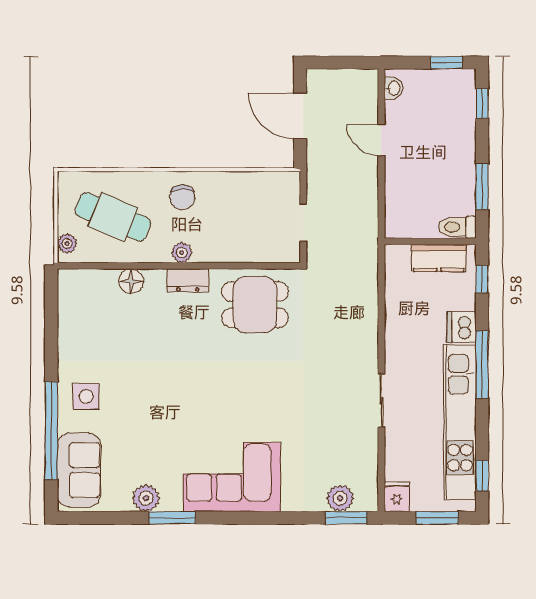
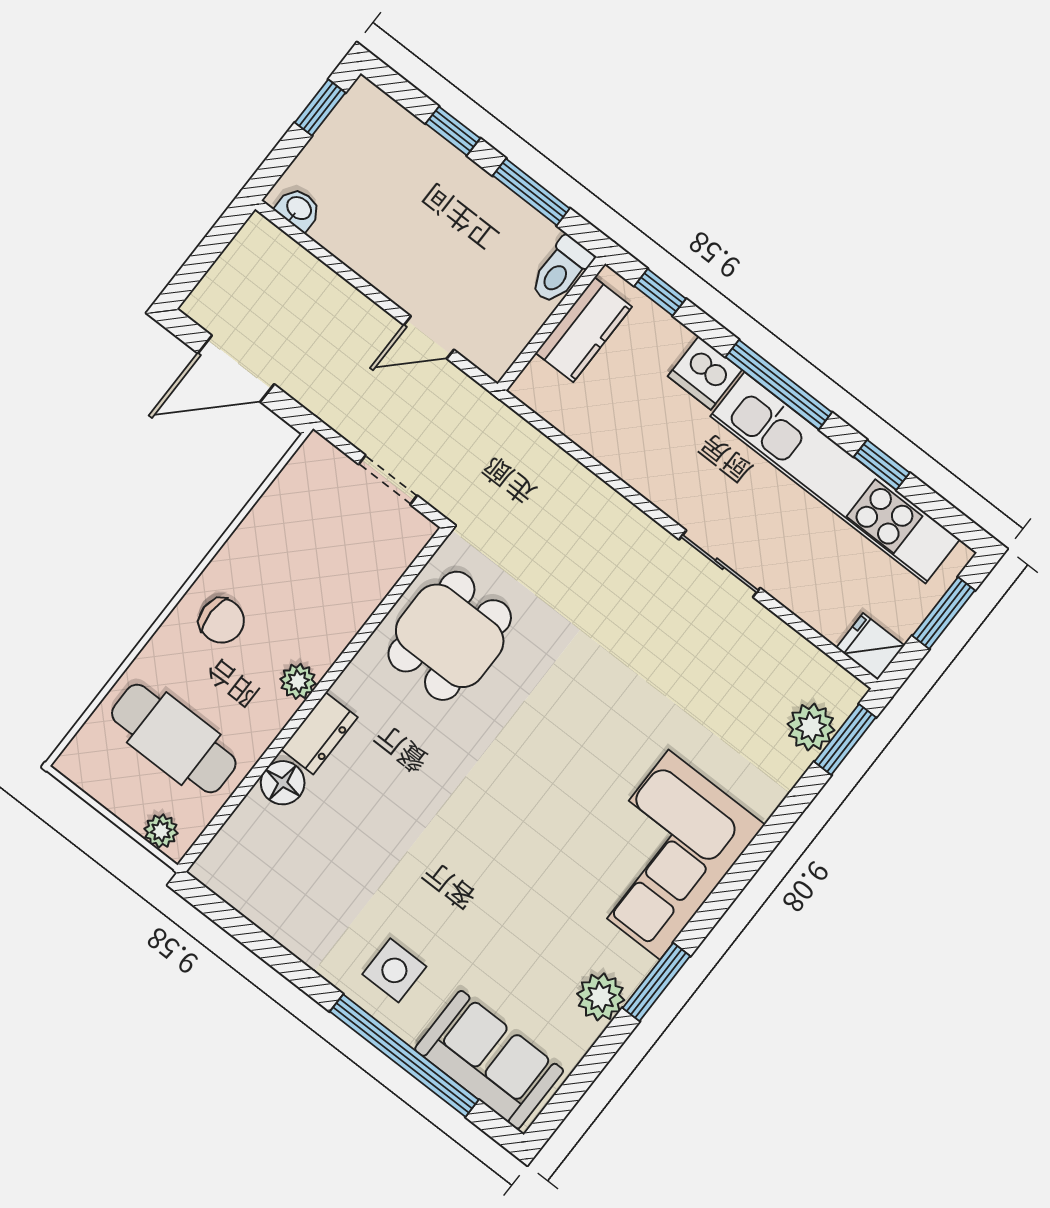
window: (482, 103) -> (453, 131), moved
door: (381, 140) -> (429, 337), moved
cafe table: (113, 217) -> (174, 739), turned 67
dresser: (188, 280) -> (319, 733), moved
window: (482, 476) -> (882, 465), moved

